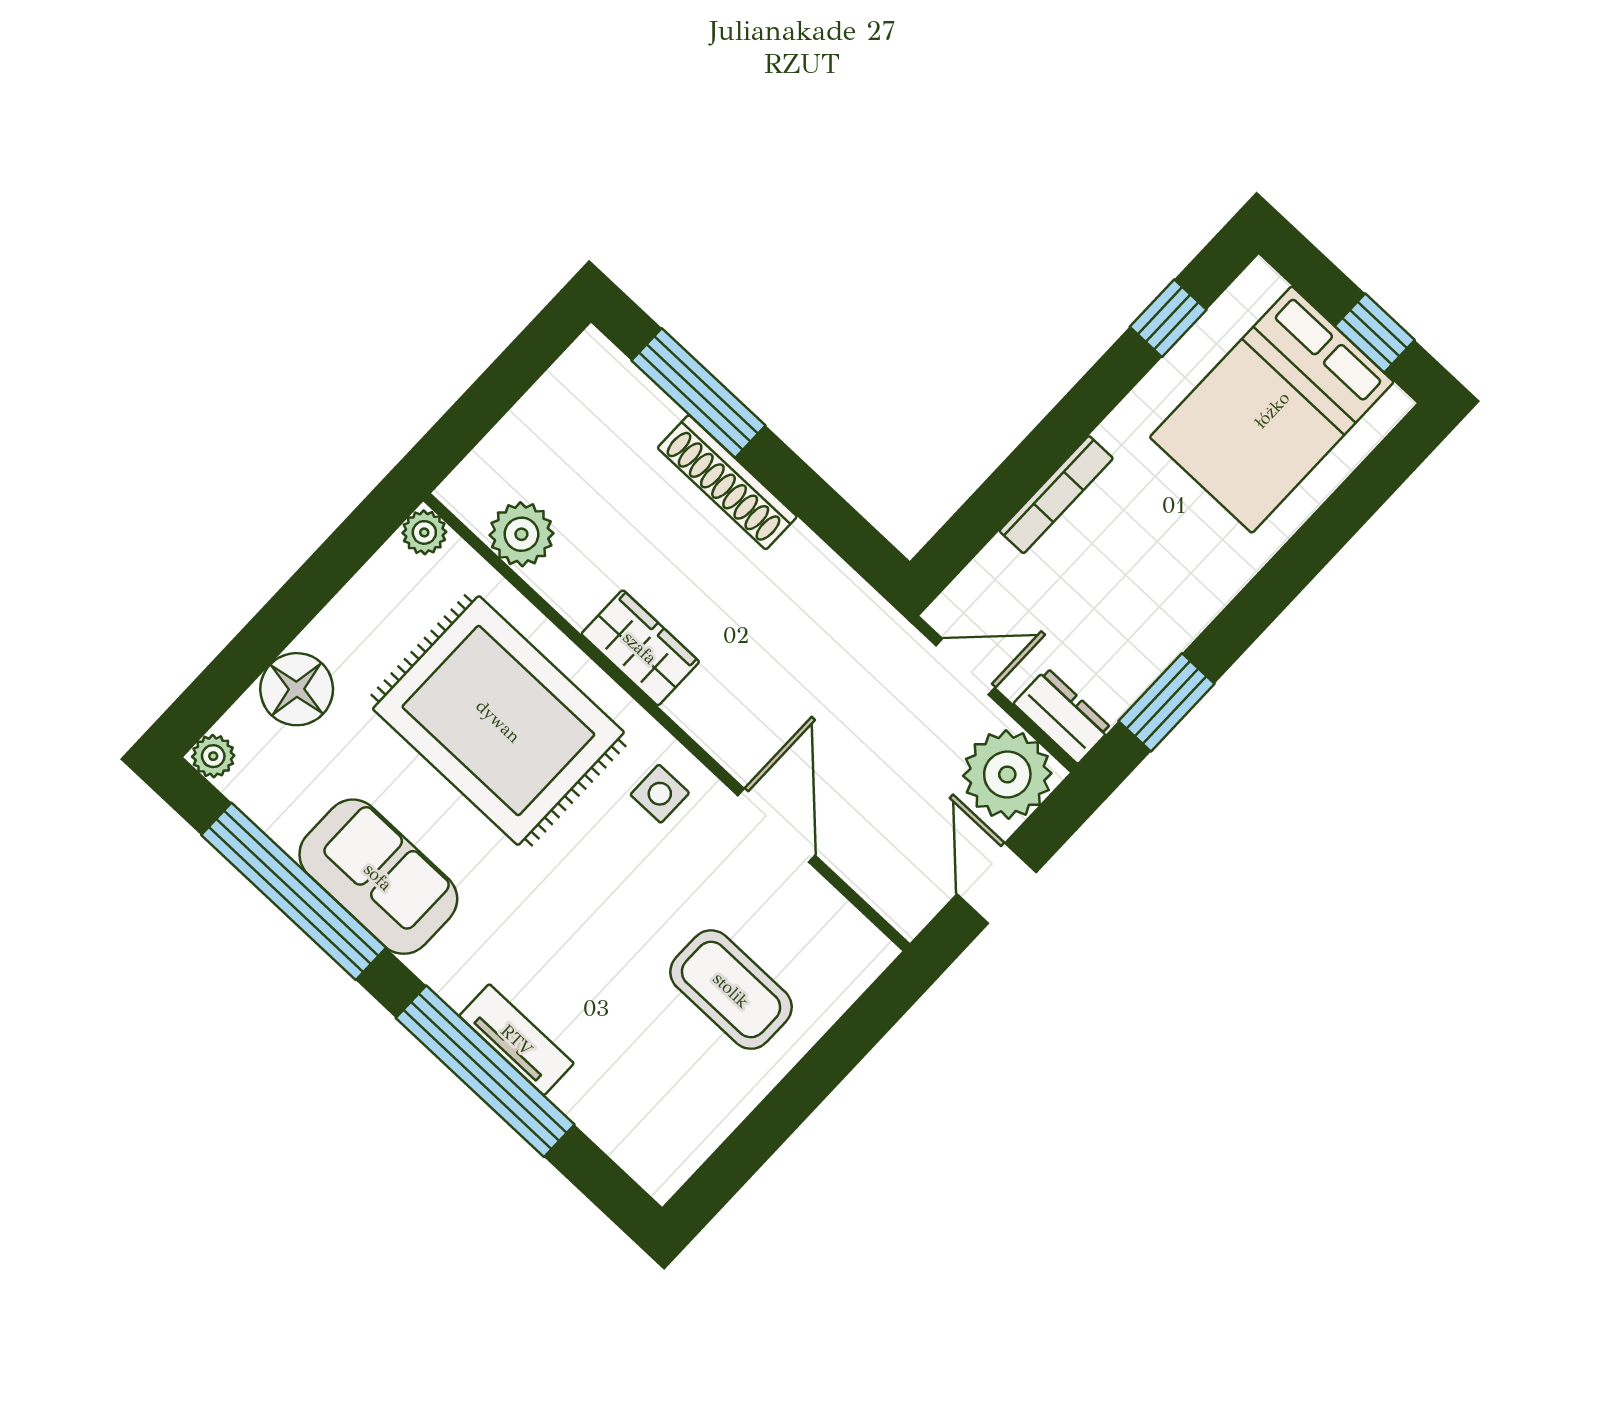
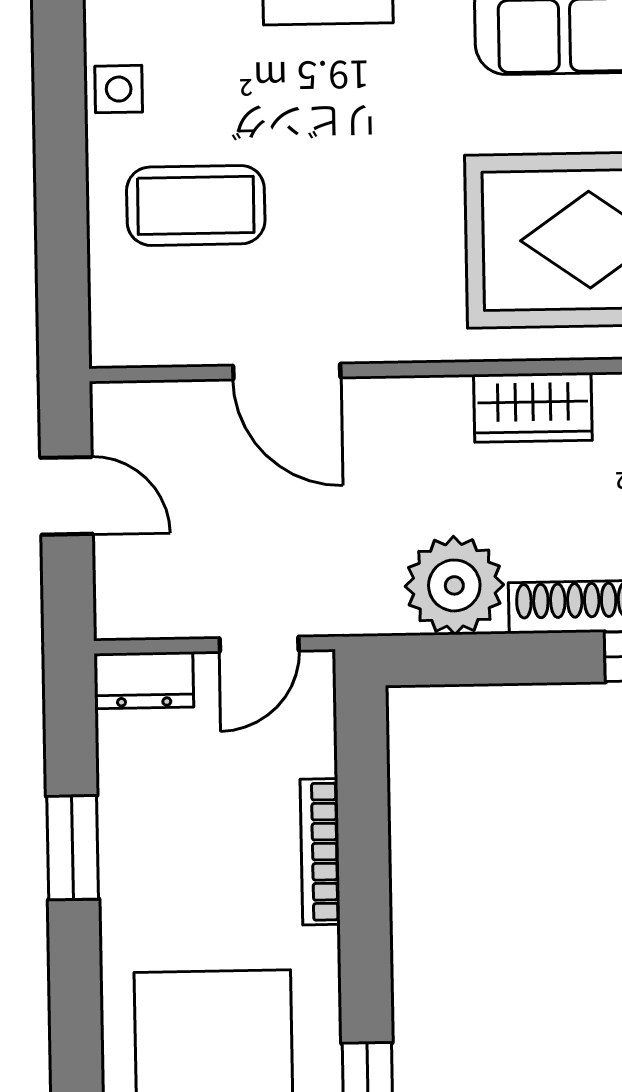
window: (1167, 702) -> (73, 848), moved
plant: (1007, 774) -> (454, 585), moved
side table: (660, 794) -> (119, 89), moved

